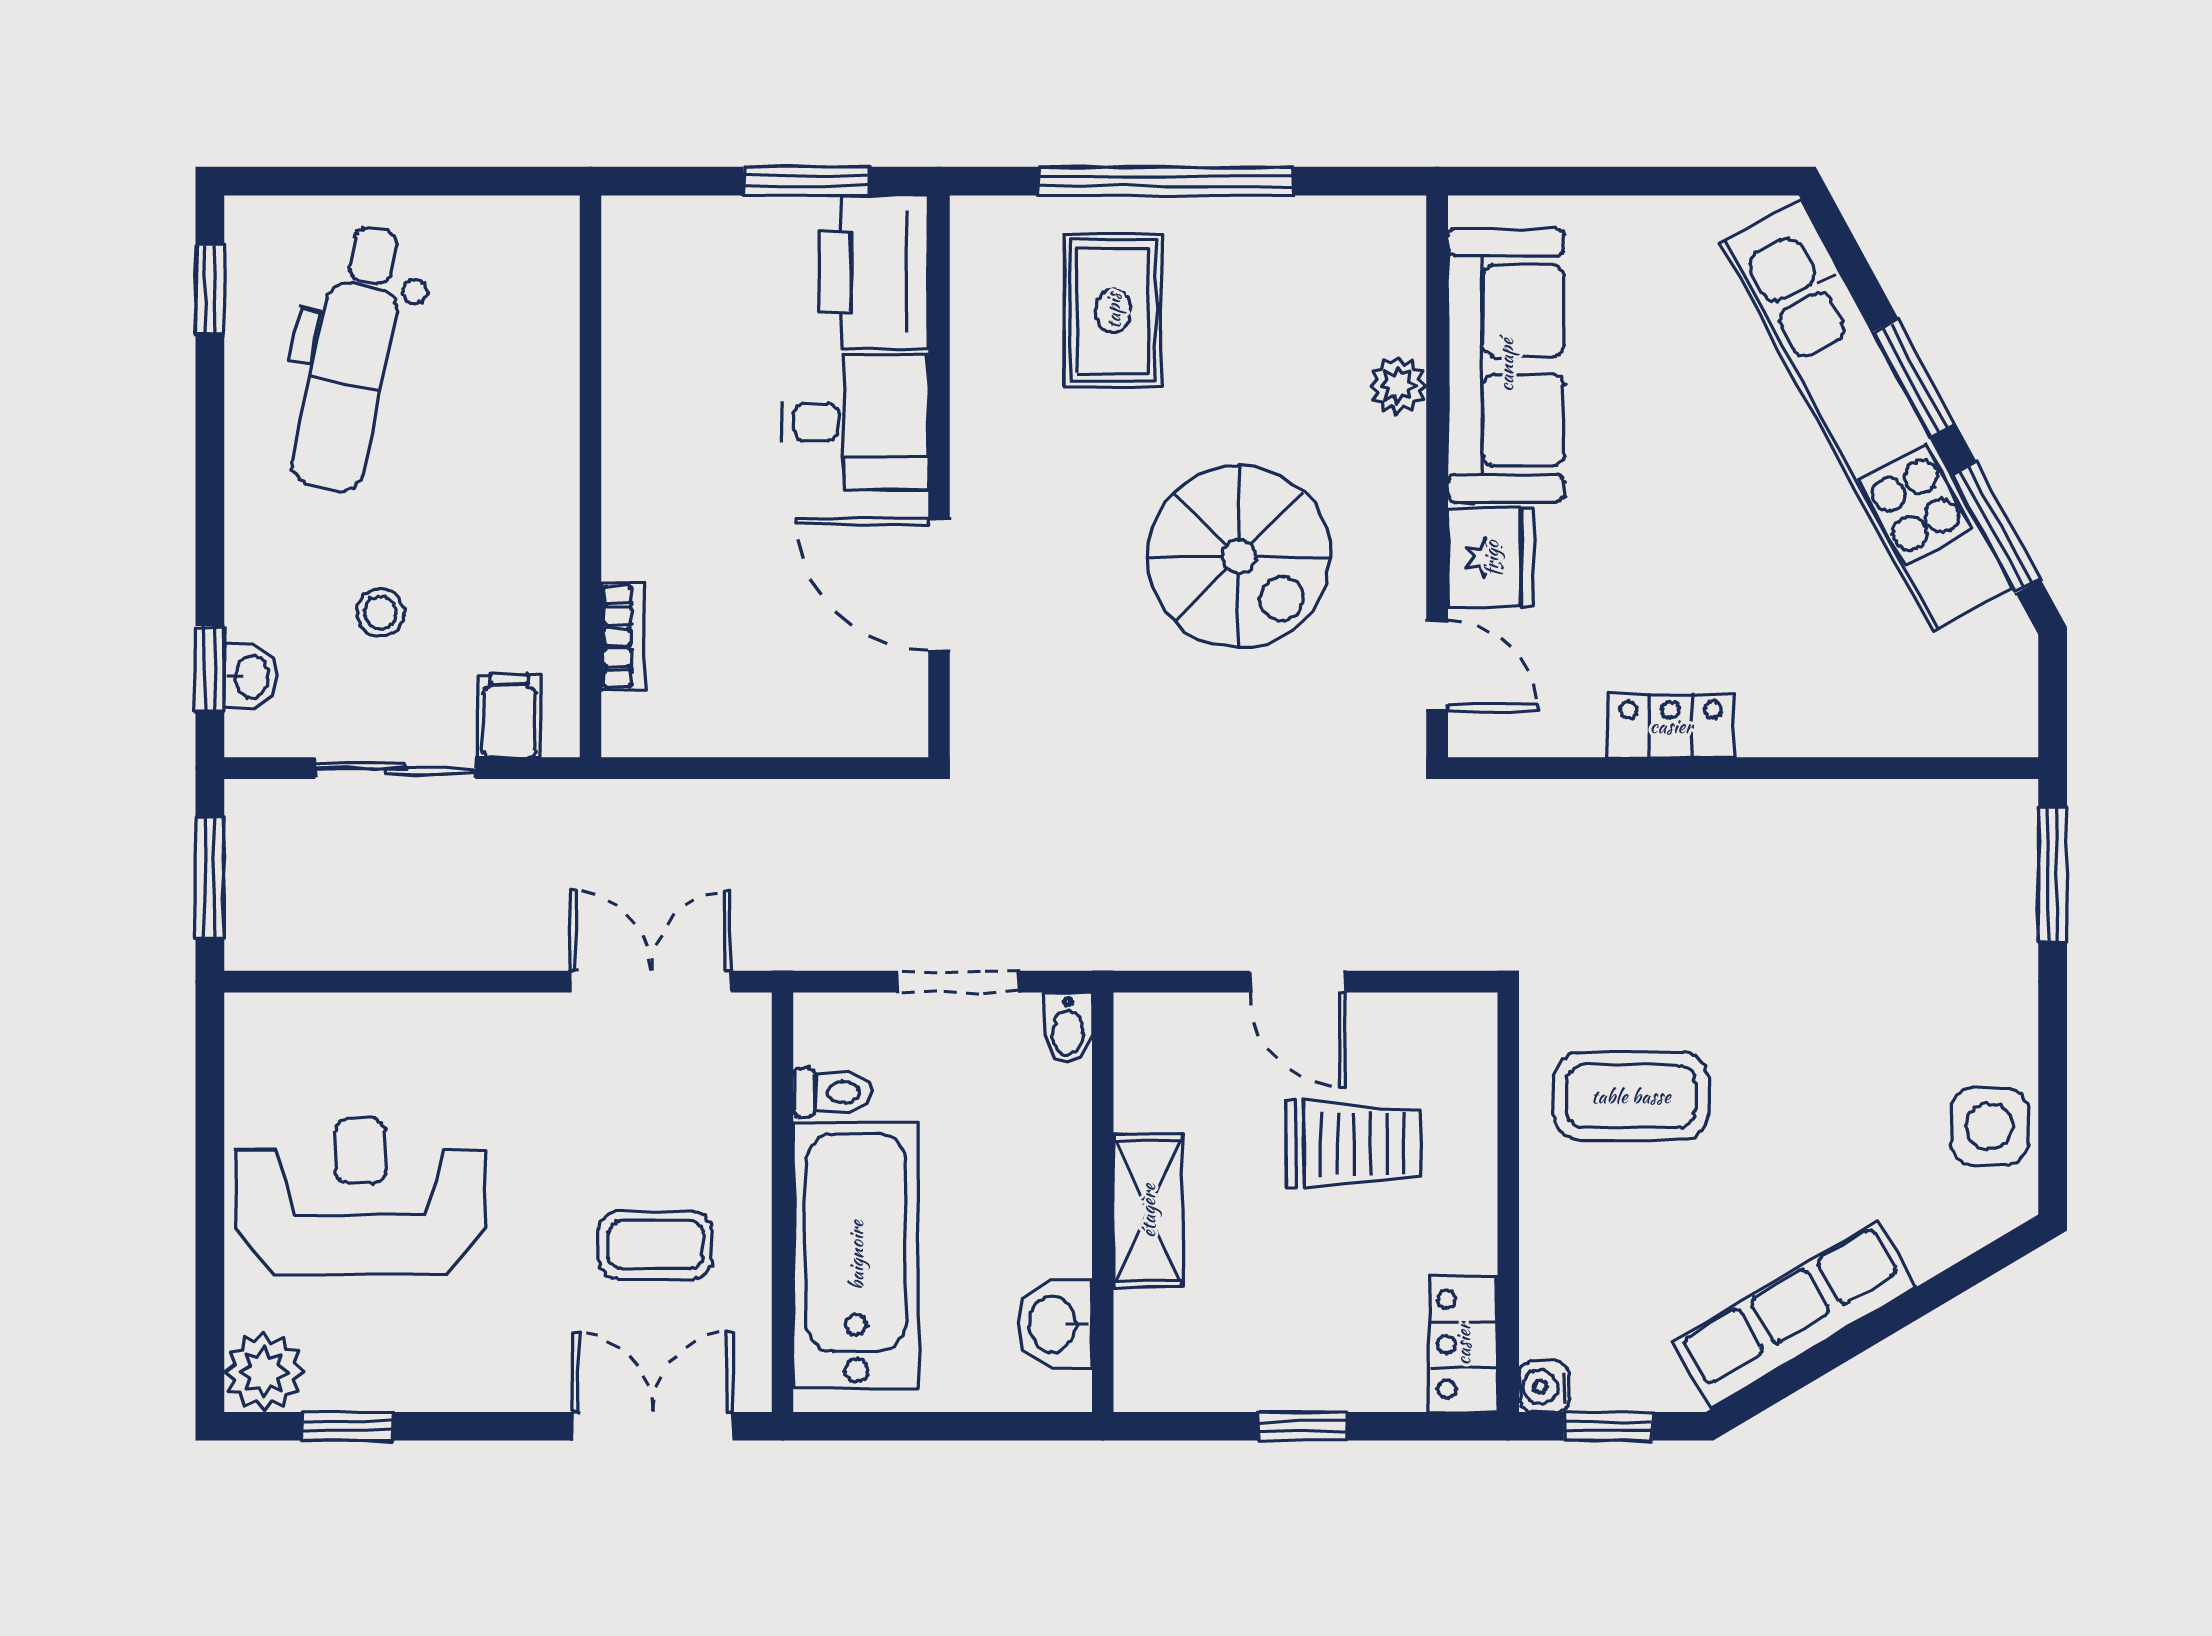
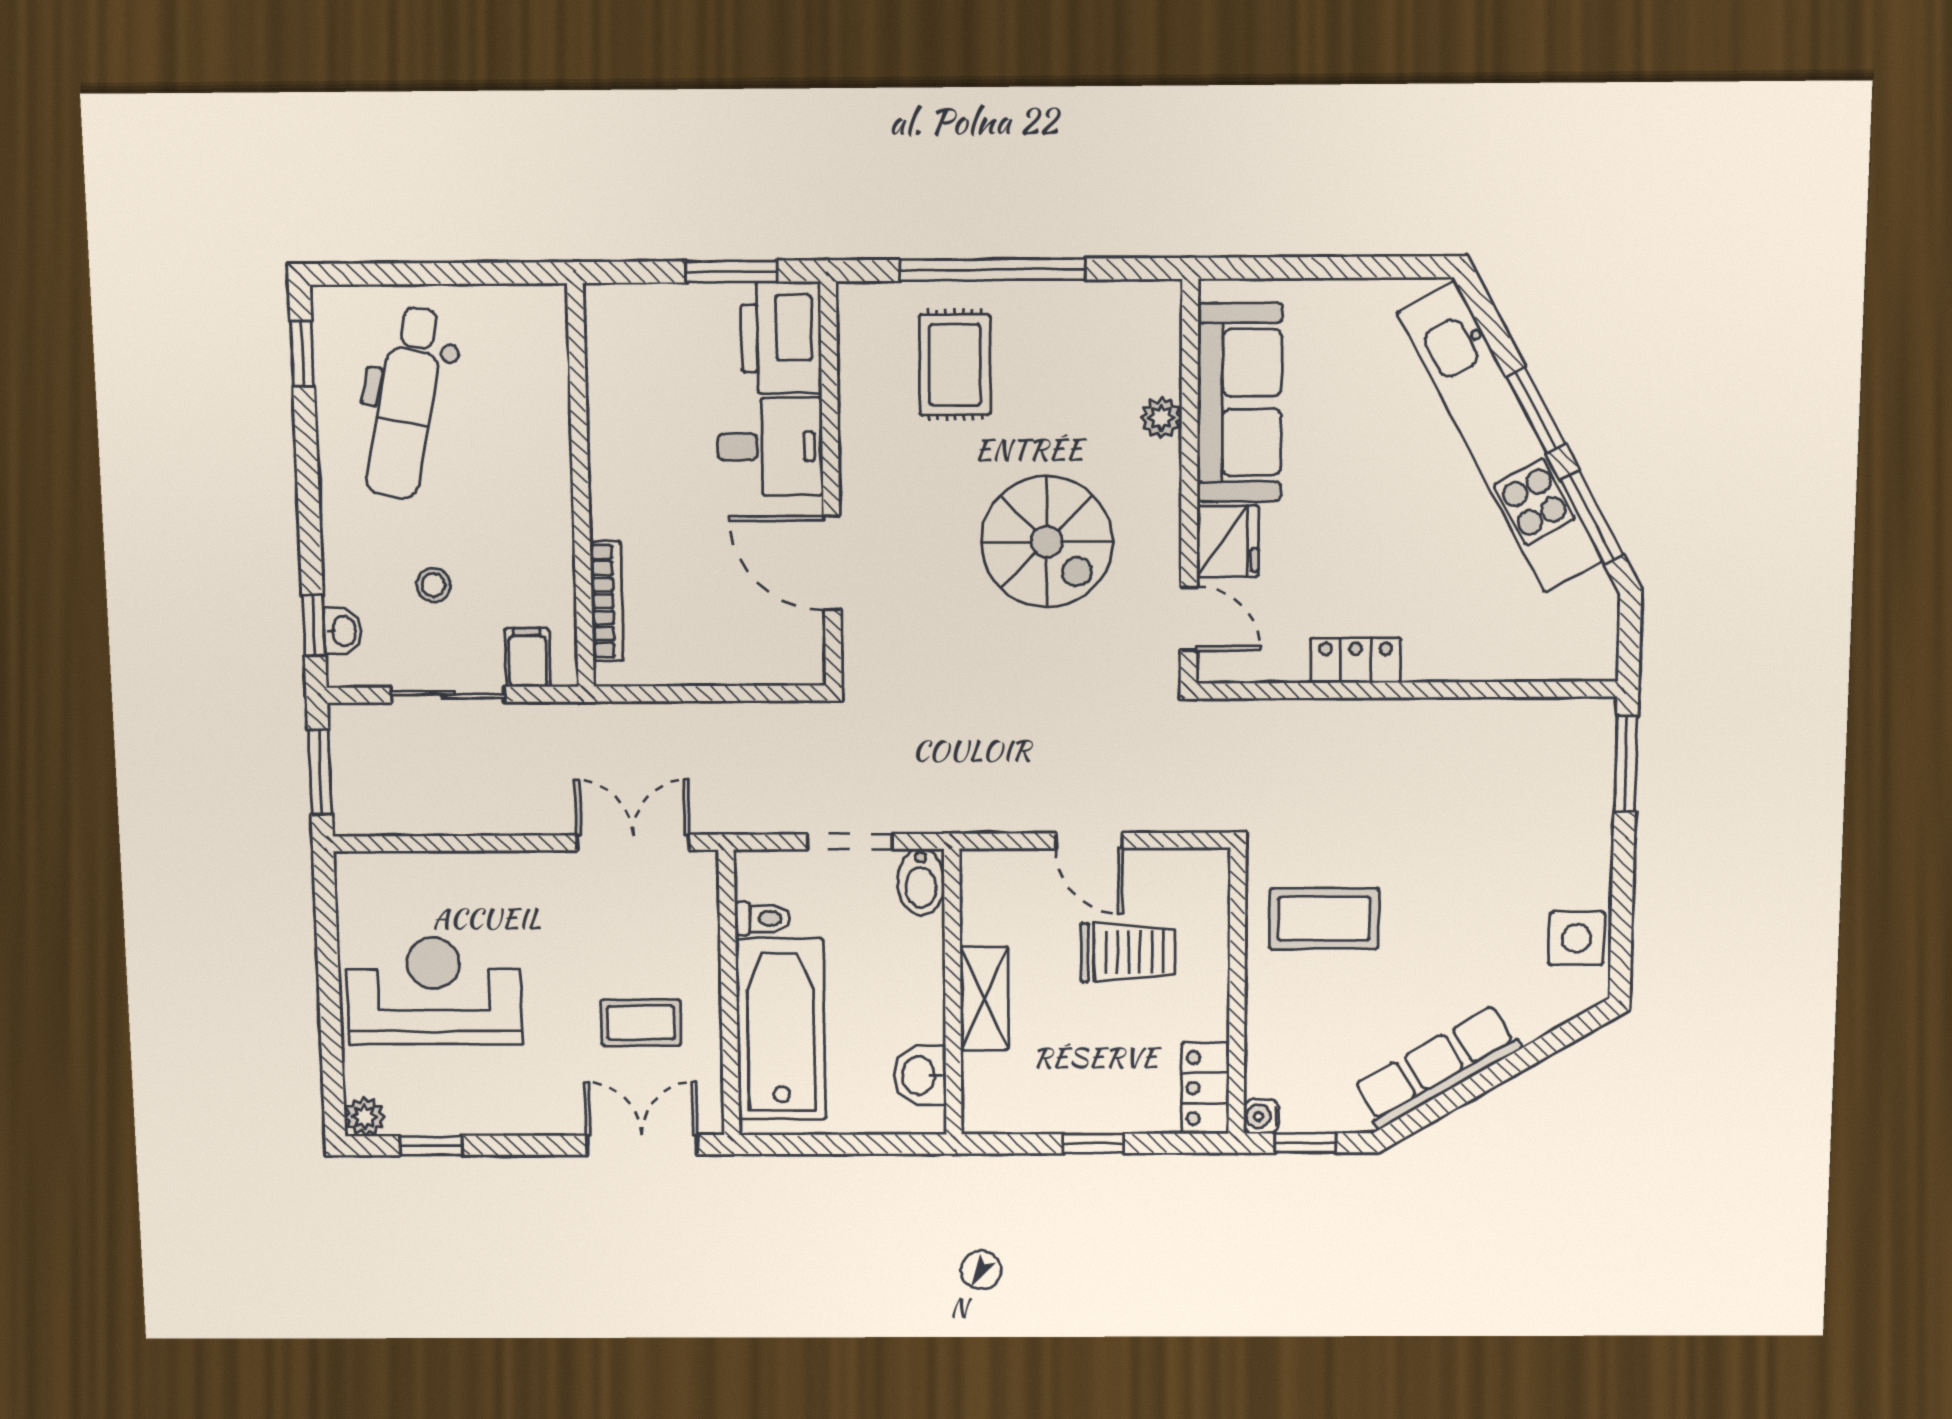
bookcase: (623, 637) -> (607, 601), width x1.56
bidet: (1068, 1028) -> (921, 882), width x1.38, depth x1.36
plant: (264, 1372) -> (365, 1117), width x0.73, depth x0.73

